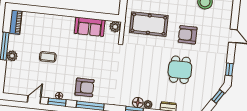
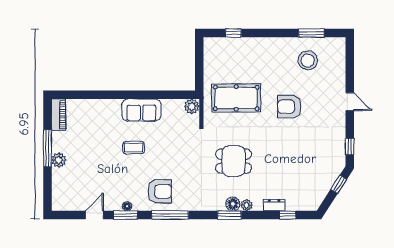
sofa: (90, 27) -> (141, 110), moved
coffee table: (48, 57) -> (134, 148), moved
dining table: (180, 70) -> (234, 161), moved, turned 90

